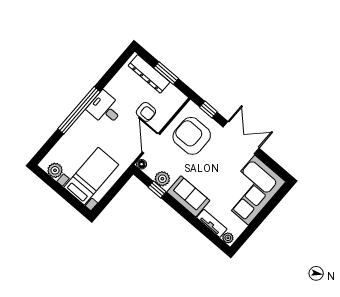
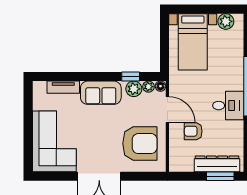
window: (166, 73) -> (220, 176), moved
window: (208, 109) -> (145, 176), removed
plant: (228, 238) -> (148, 87), moved

